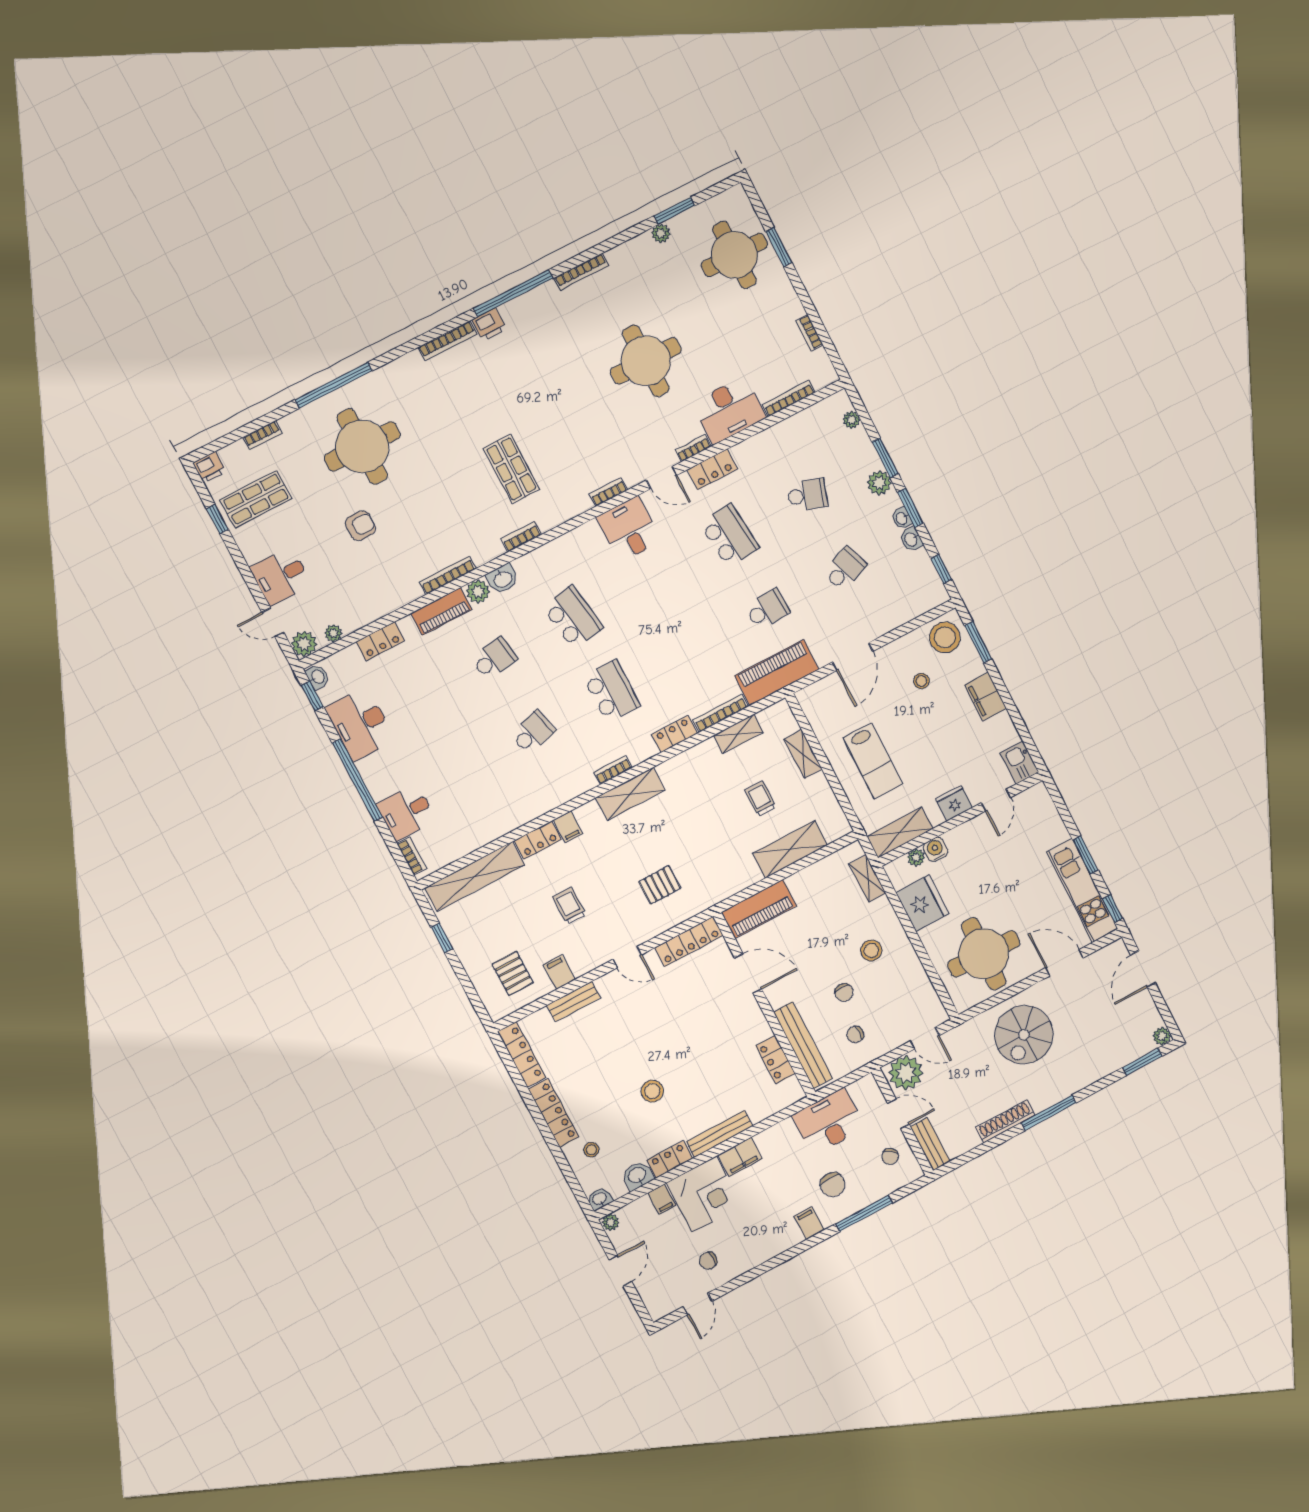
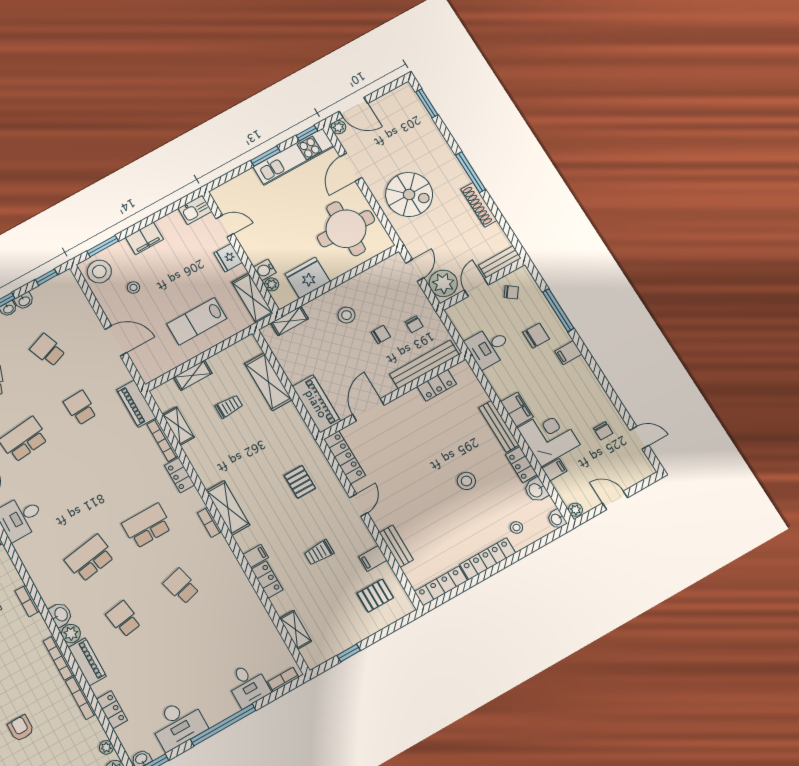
bookcase: (397, 602) -> (81, 698), added
piano: (777, 673) -> (136, 404), width x0.73, depth x0.75
lab bench: (873, 761) -> (197, 321), turned 180
trolley: (760, 799) -> (229, 406), turned 180
shelving: (475, 876) -> (296, 630), width x0.45, depth x0.75
plant: (1162, 1036) -> (338, 127), moved
desk: (829, 1122) -> (489, 347), width x0.73

